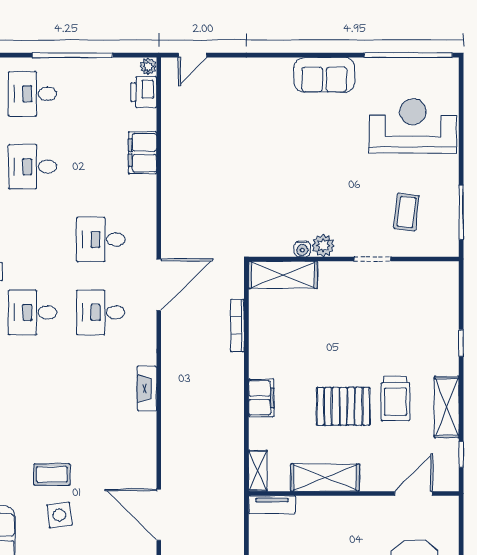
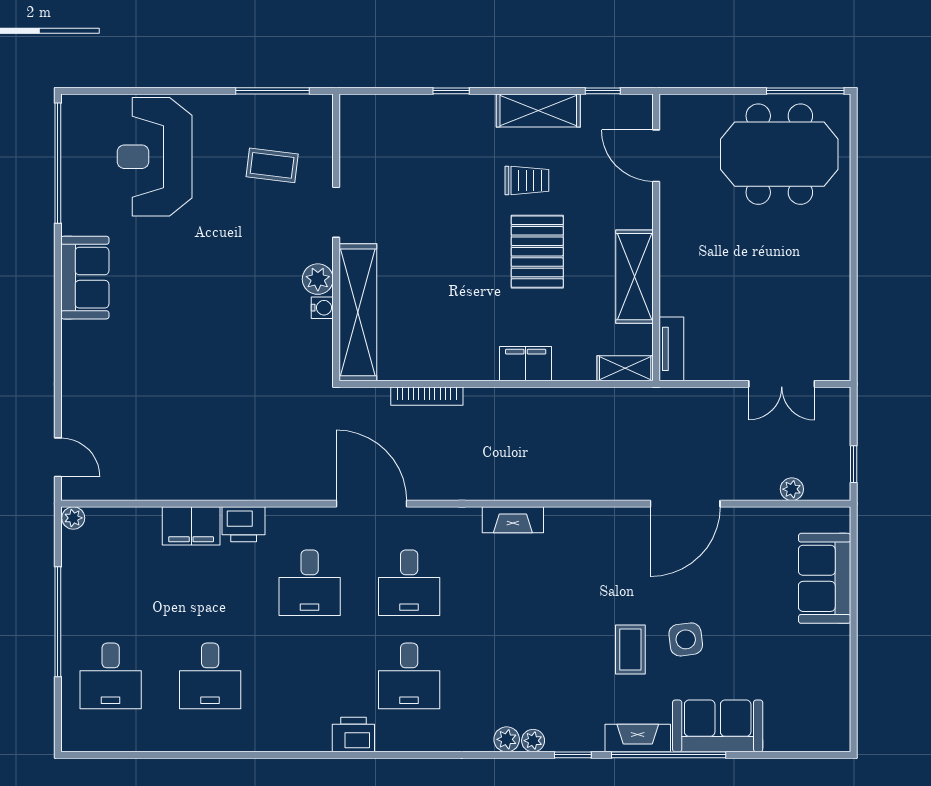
printer: (144, 92) -> (244, 524), moved
shelving: (283, 275) -> (358, 312), width x1.47
trolley: (396, 399) -> (527, 180), width x0.73, depth x0.72

